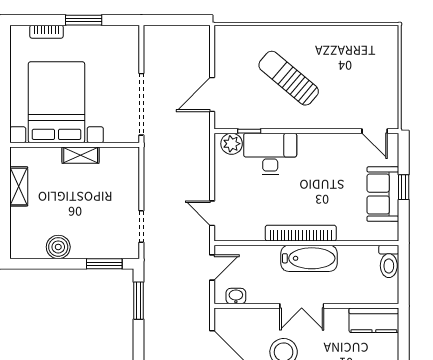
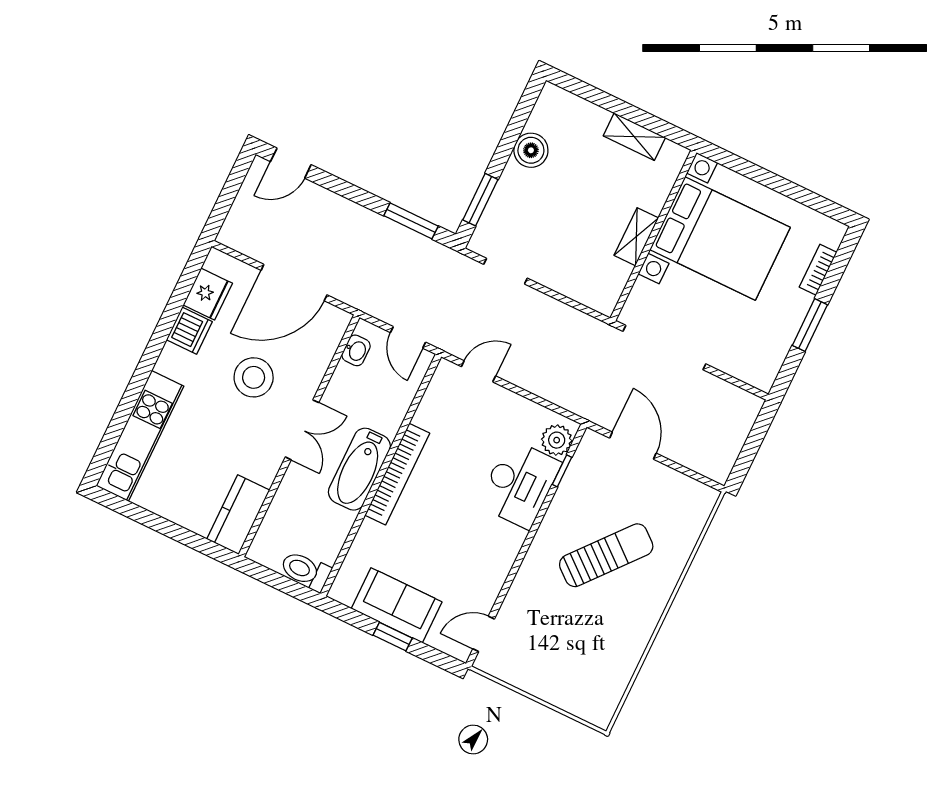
double door: (302, 306) -> (302, 430), swing flipped

